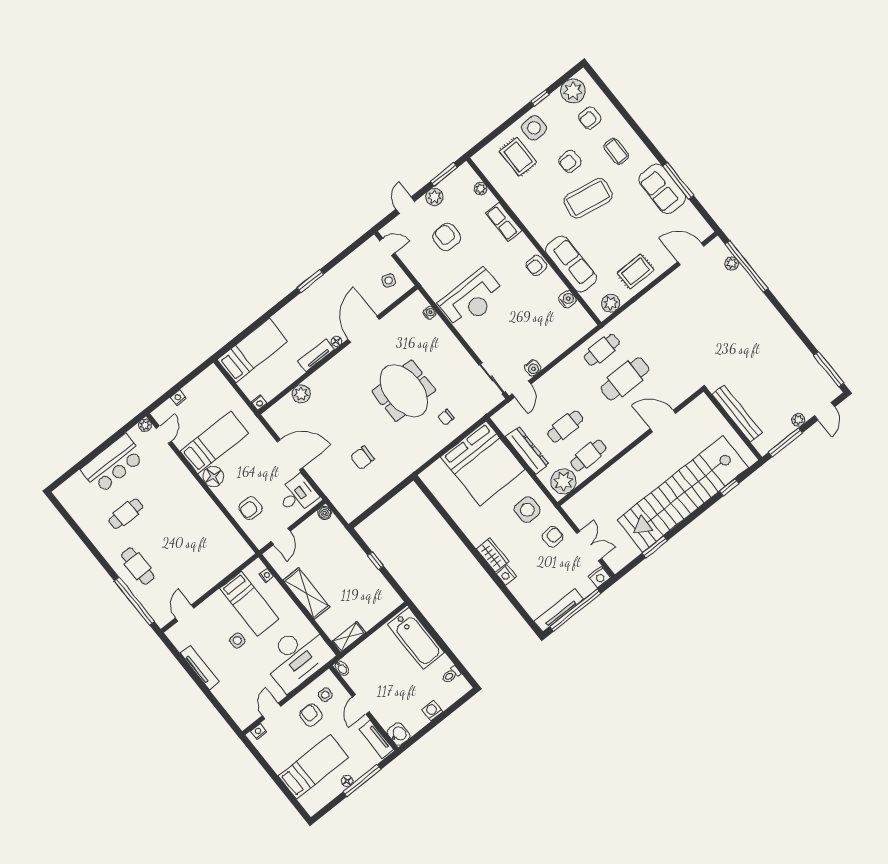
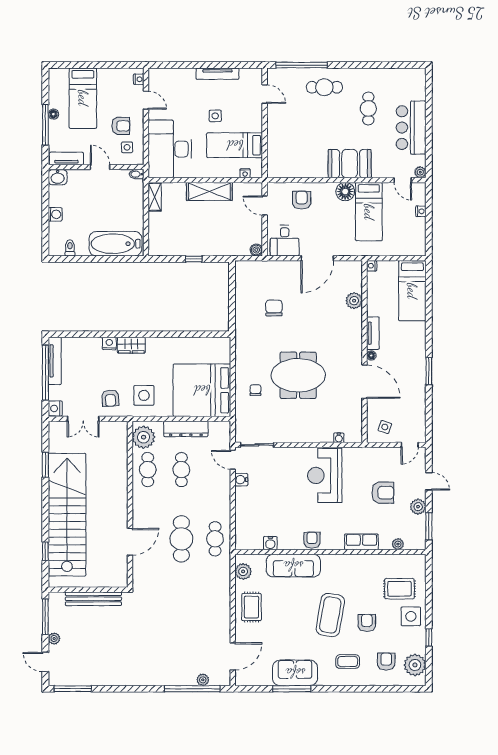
booth: (186, 492) -> (350, 164), added

